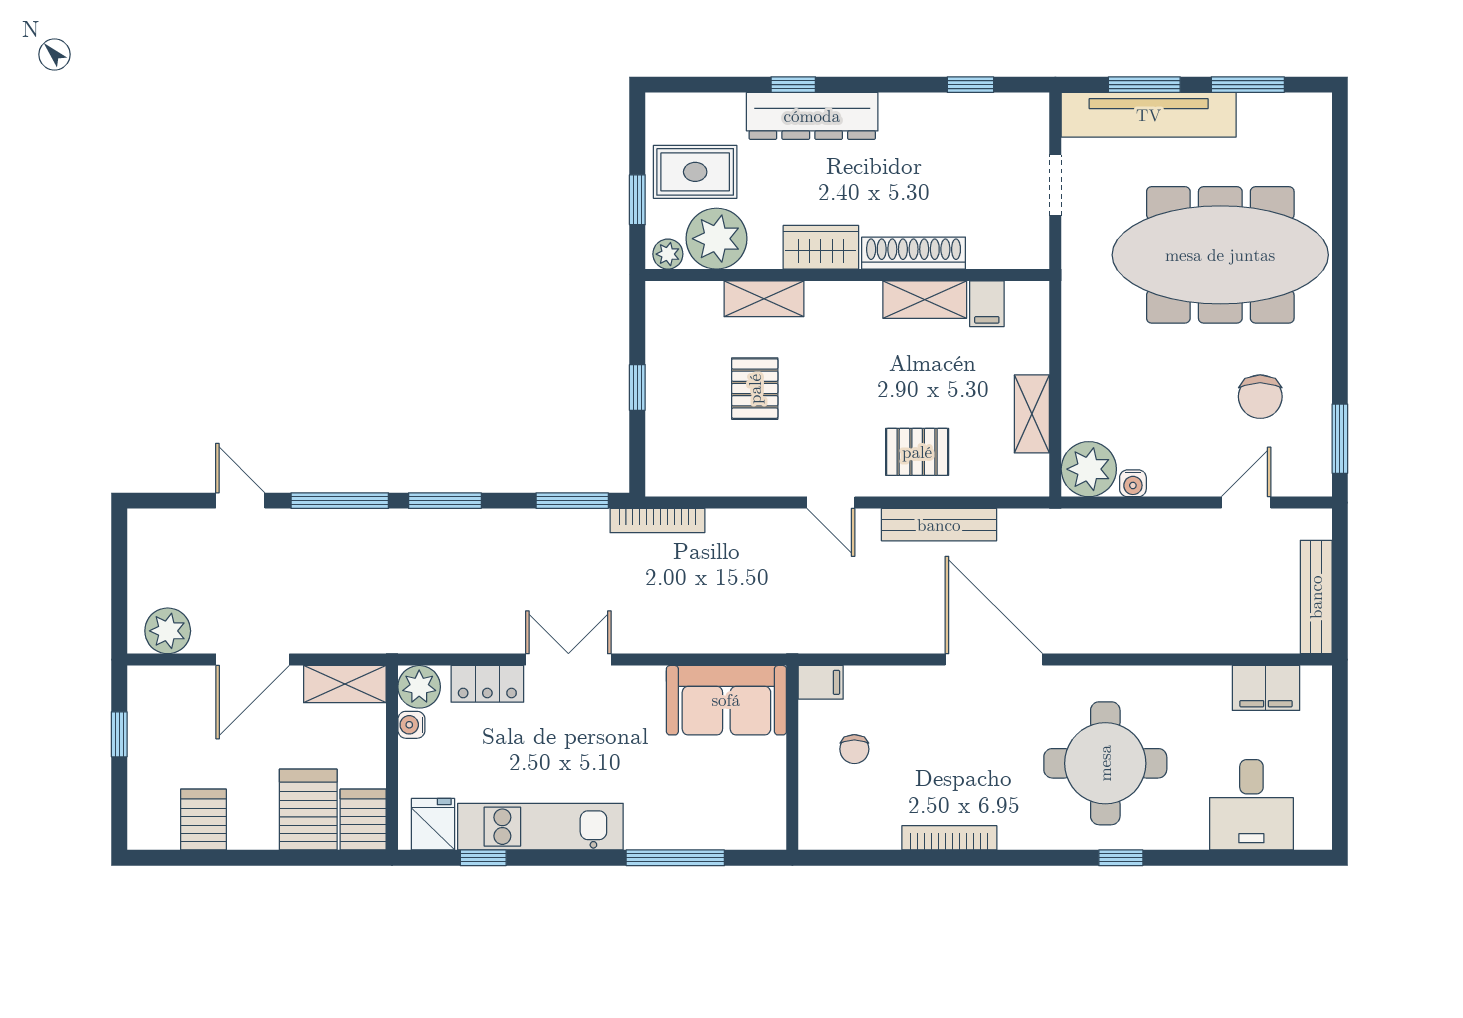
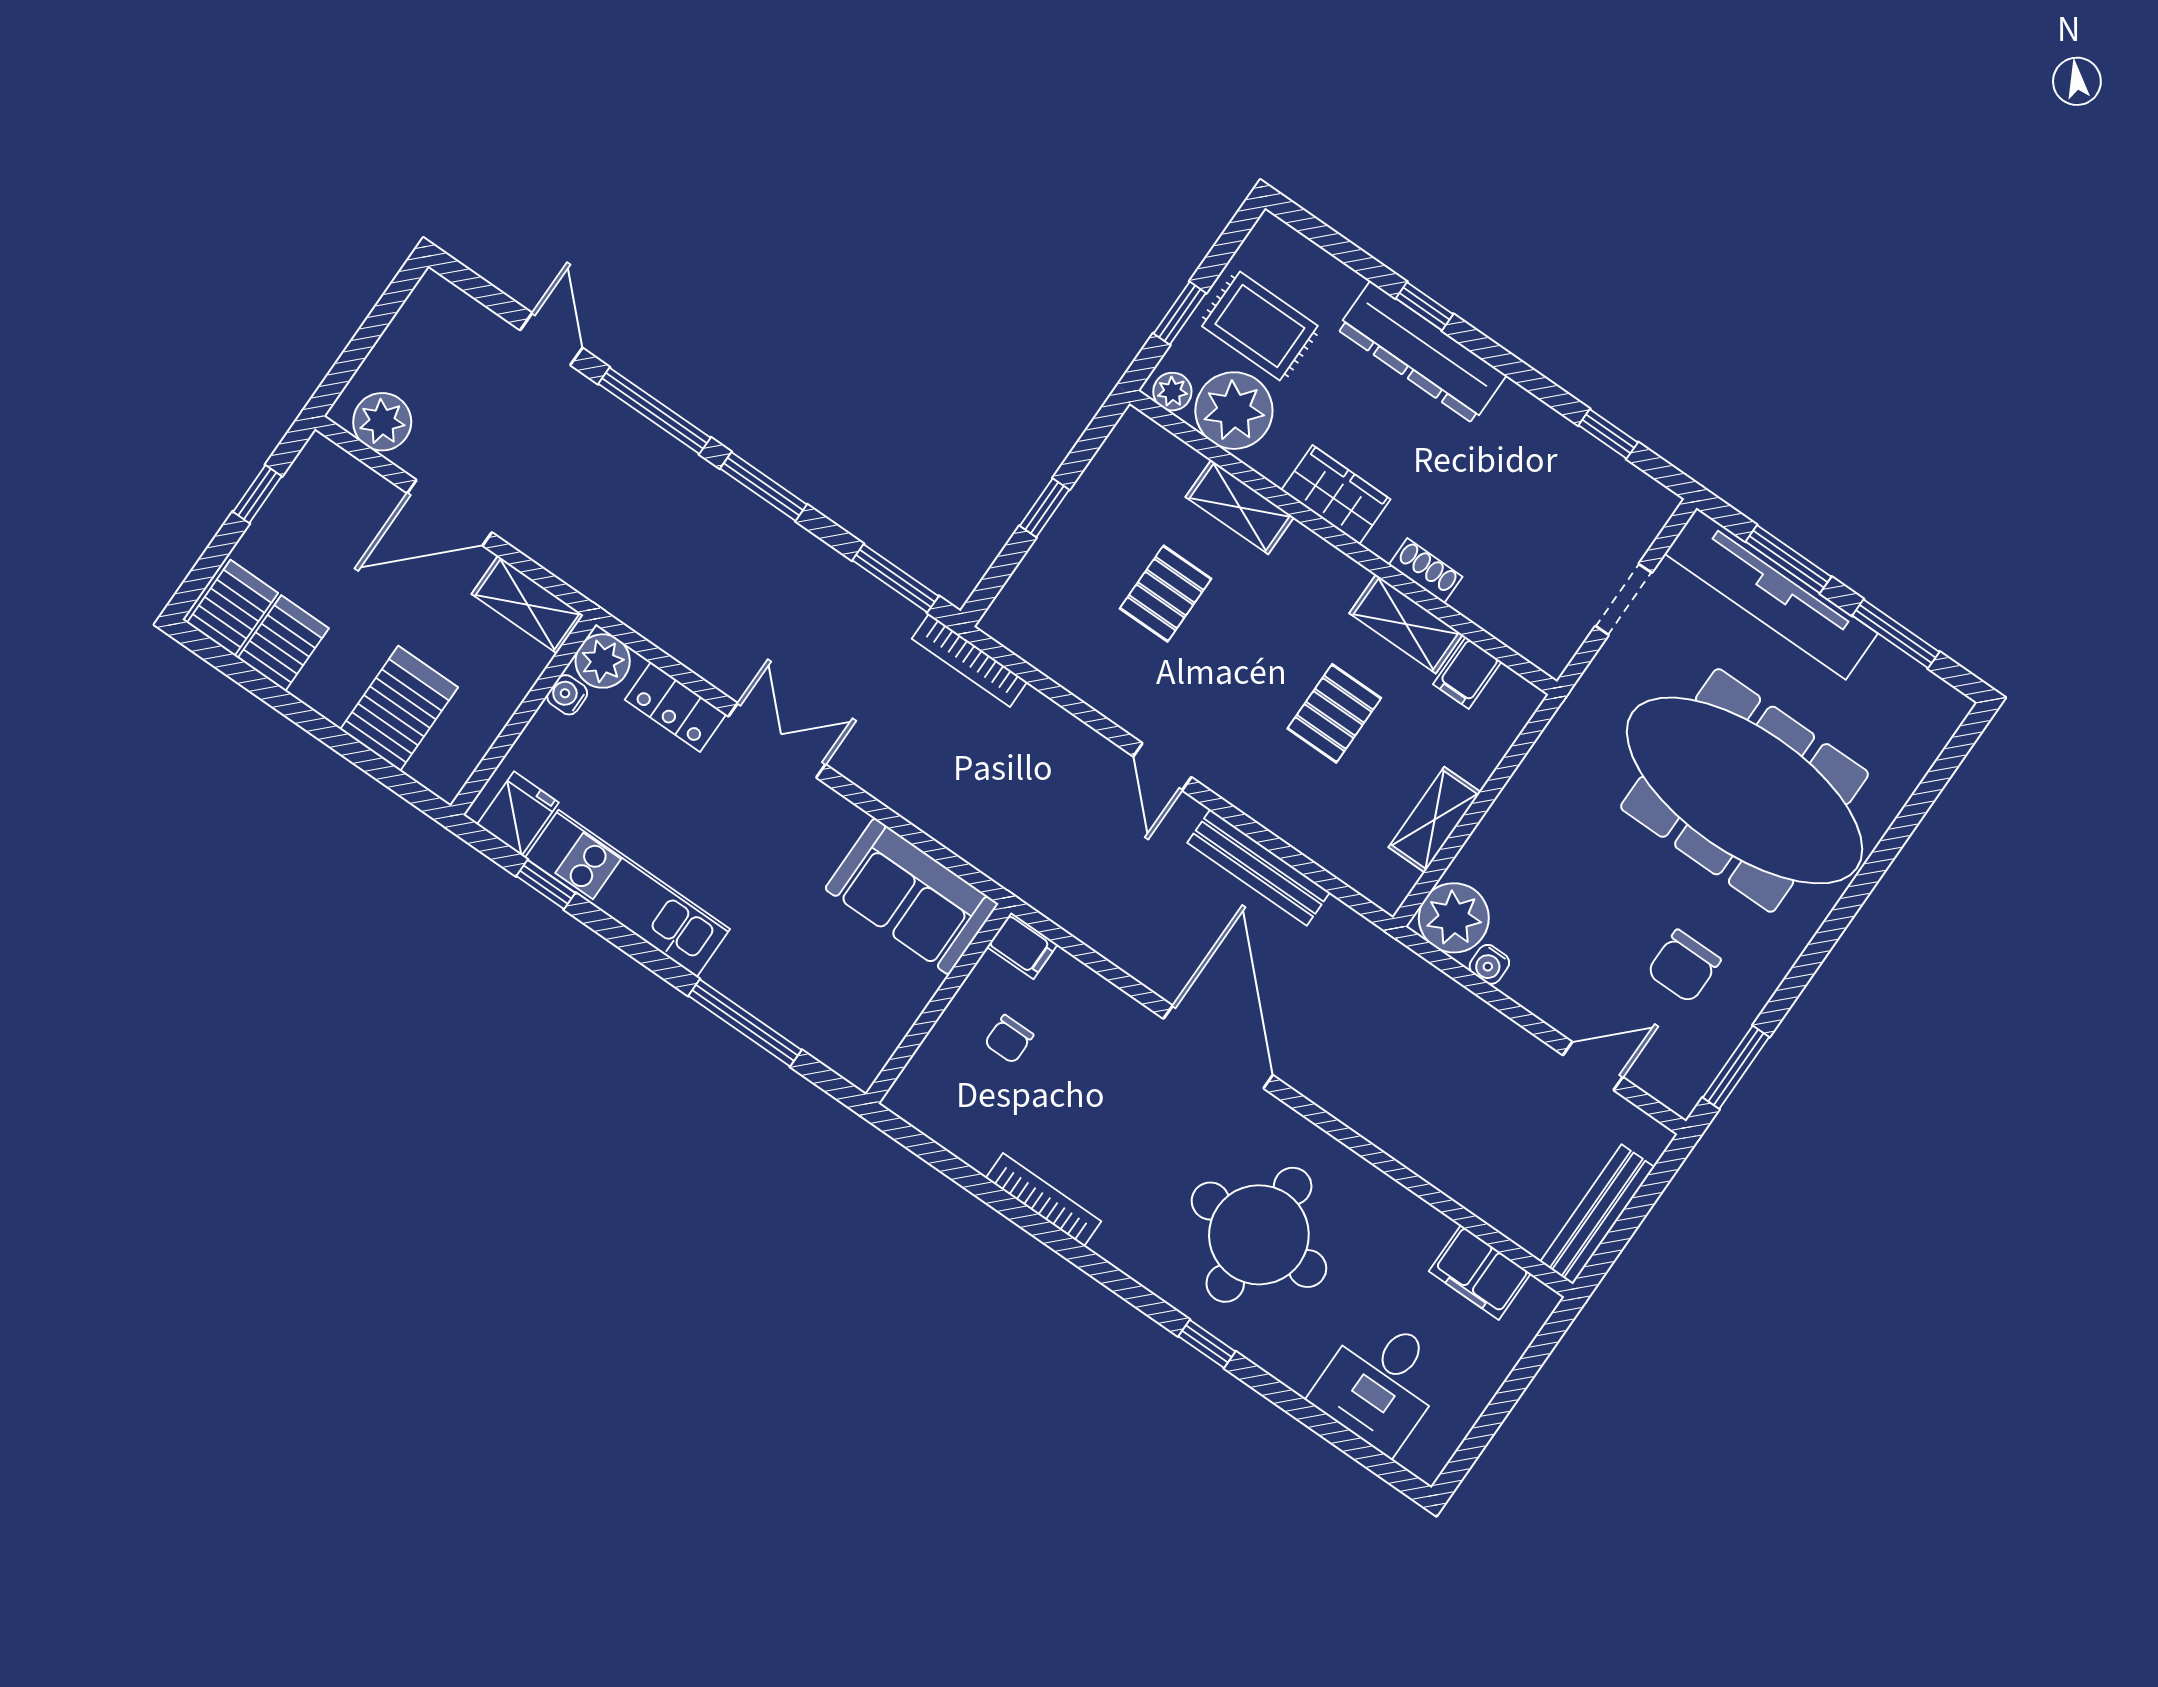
shoe rack: (914, 253) -> (1426, 571), width x0.51, depth x0.81
pallet: (917, 452) -> (1334, 713), moved, turned 90
server rack: (363, 820) -> (233, 608), moved

